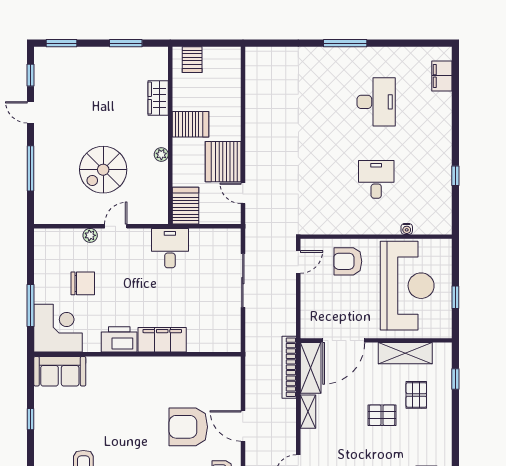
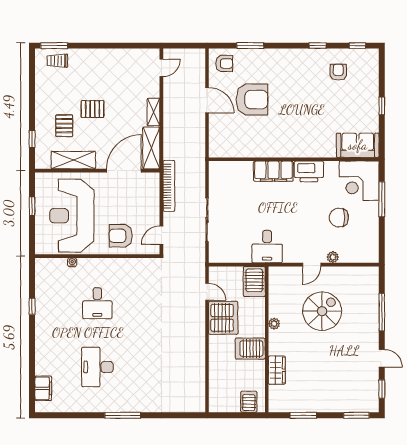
armchair: (348, 261) -> (121, 236), turned 180
bookcase: (289, 367) -> (169, 186), moved

